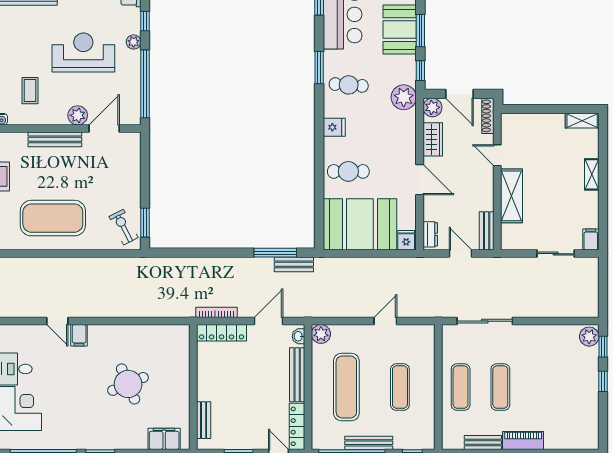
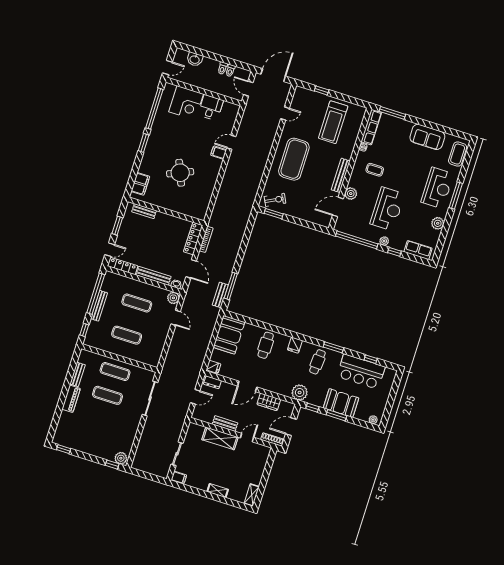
plant: (432, 107) -> (288, 408), removed
door: (104, 128) -> (338, 207), swing flipped
booth: (360, 224) -> (229, 335), width x0.73, depth x0.70
bench: (487, 231) -> (225, 424), moved
door: (385, 321) -> (176, 318), moved
window: (603, 381) -> (64, 449), moved
exercise mat: (346, 387) -> (137, 303), width x0.73, depth x0.69

